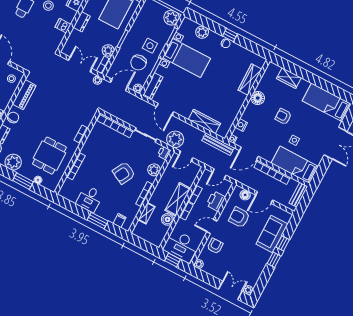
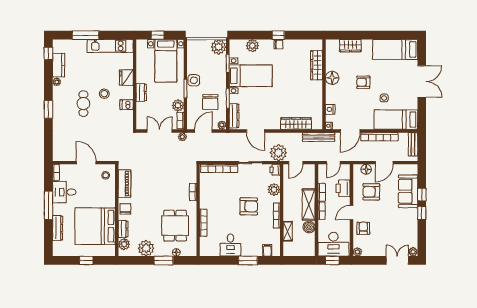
side table: (150, 46) -> (194, 80), moved
armchair: (124, 173) -> (249, 206), turned -118

